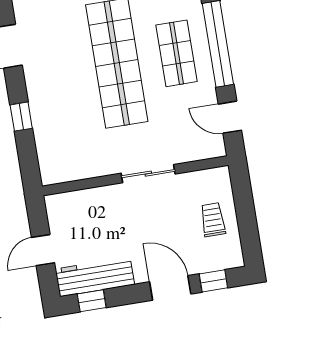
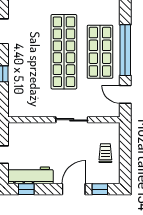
shop shelf: (176, 53) -> (100, 52), width x1.43, depth x1.36
door: (170, 288) -> (74, 189), hinge flipped

